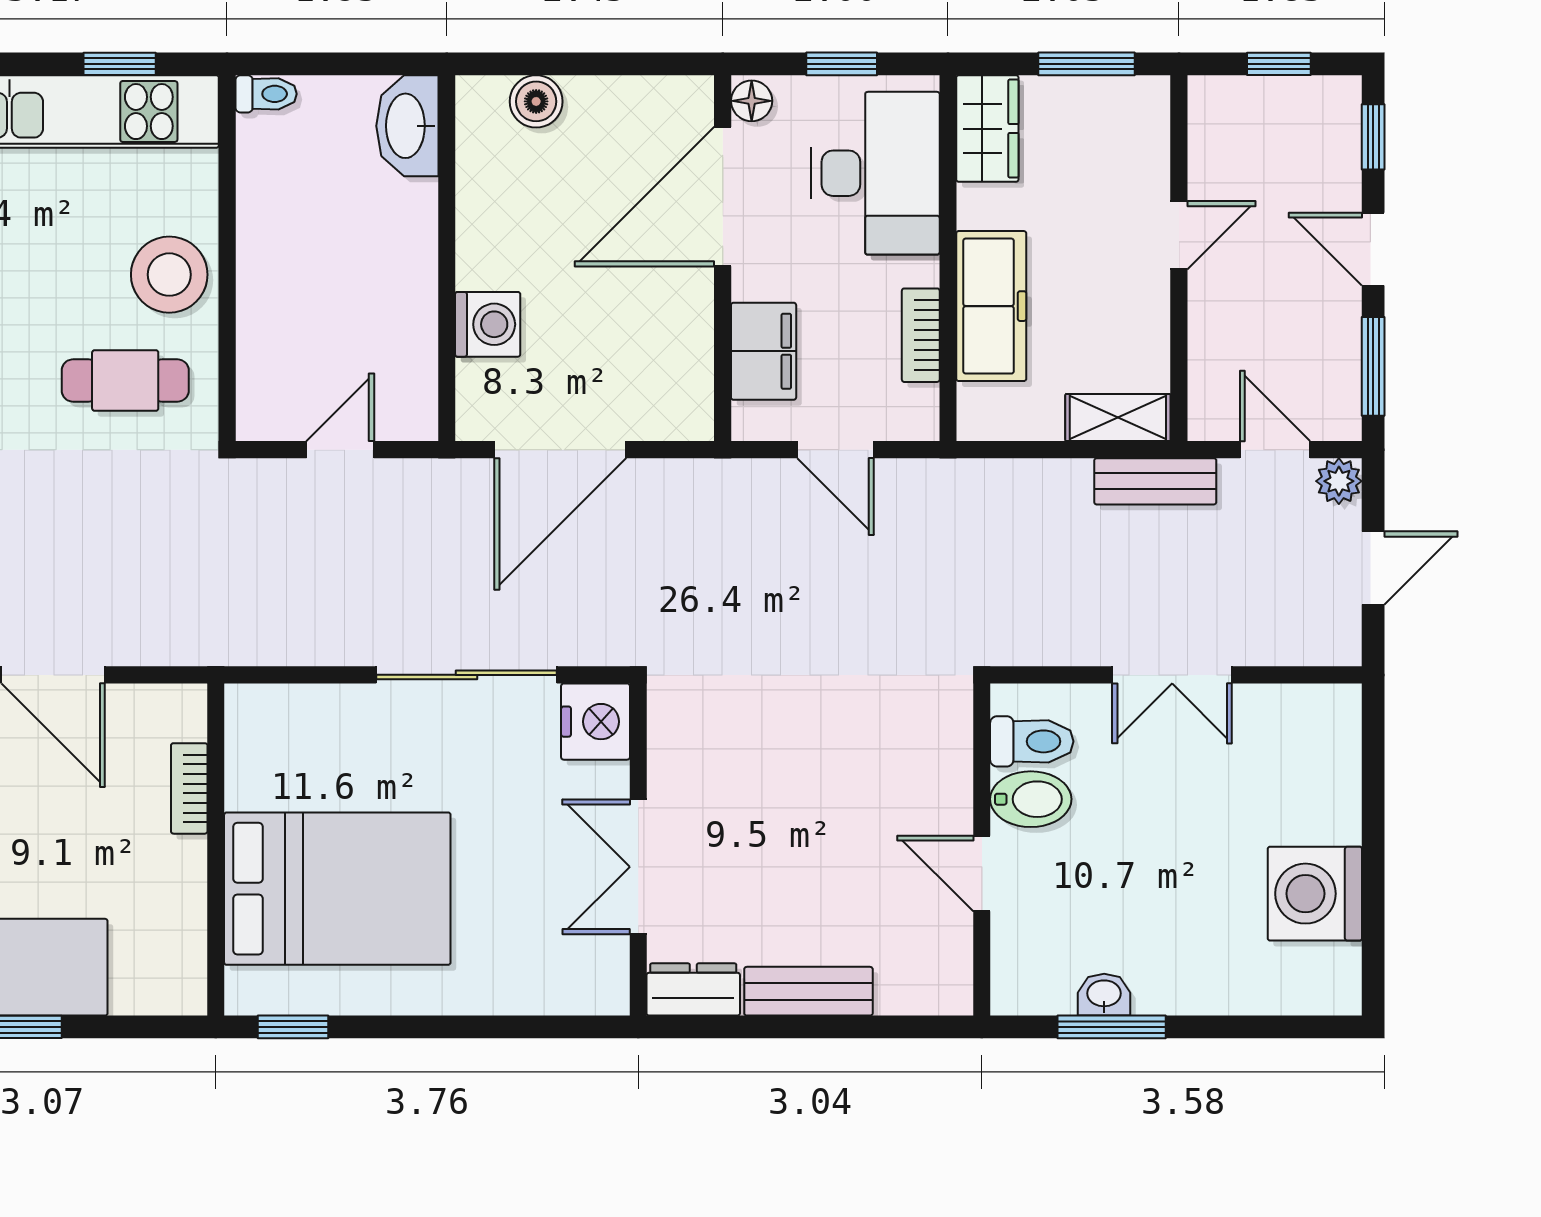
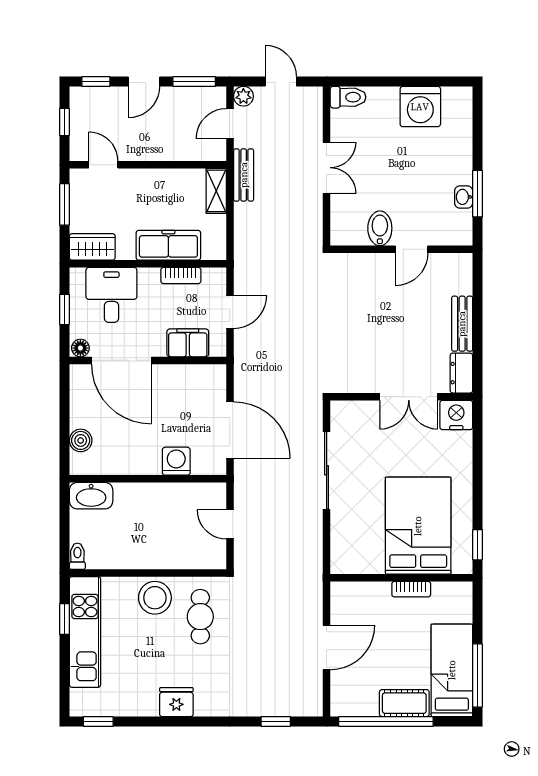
desk: (875, 173) -> (111, 295), width x0.73
door: (1179, 235) -> (103, 165), moved
nightstand: (595, 722) -> (456, 415), moved
toilet: (1032, 741) -> (348, 97), moved, turned 90
bookcase: (189, 788) -> (411, 589), moved

